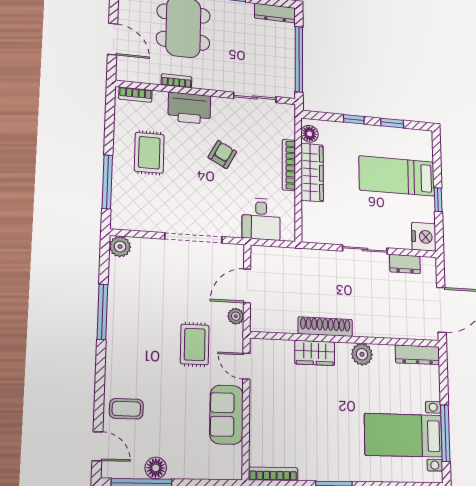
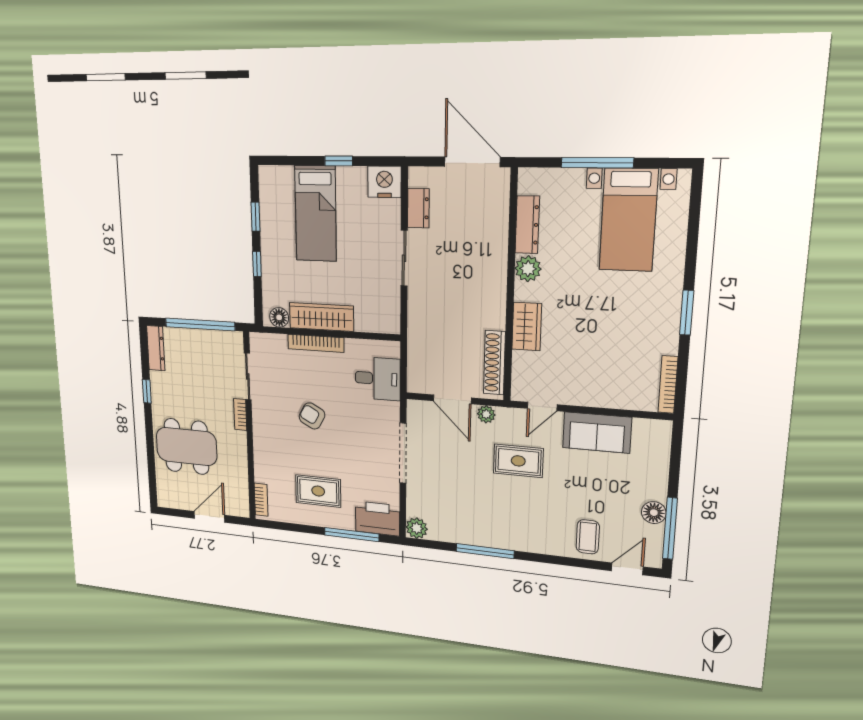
bookcase: (176, 81) -> (240, 415), moved
printer: (189, 108) -> (377, 519), moved, turned -90
shoe rack: (325, 327) -> (494, 363), moved
dresser: (417, 355) -> (527, 225), moved
window: (445, 433) -> (597, 163), moved

